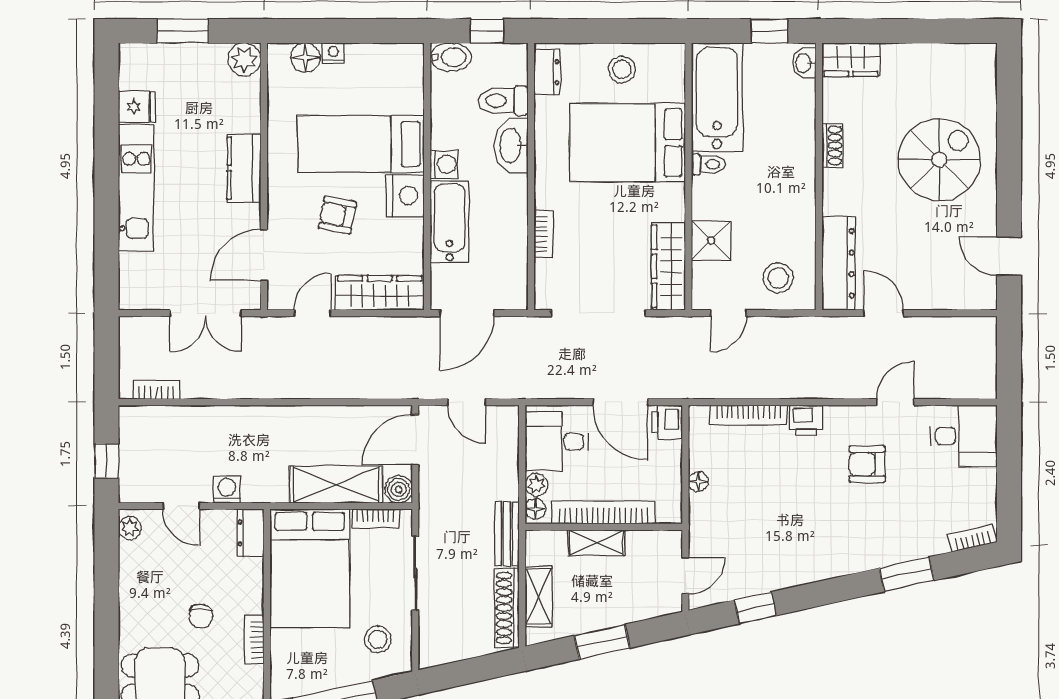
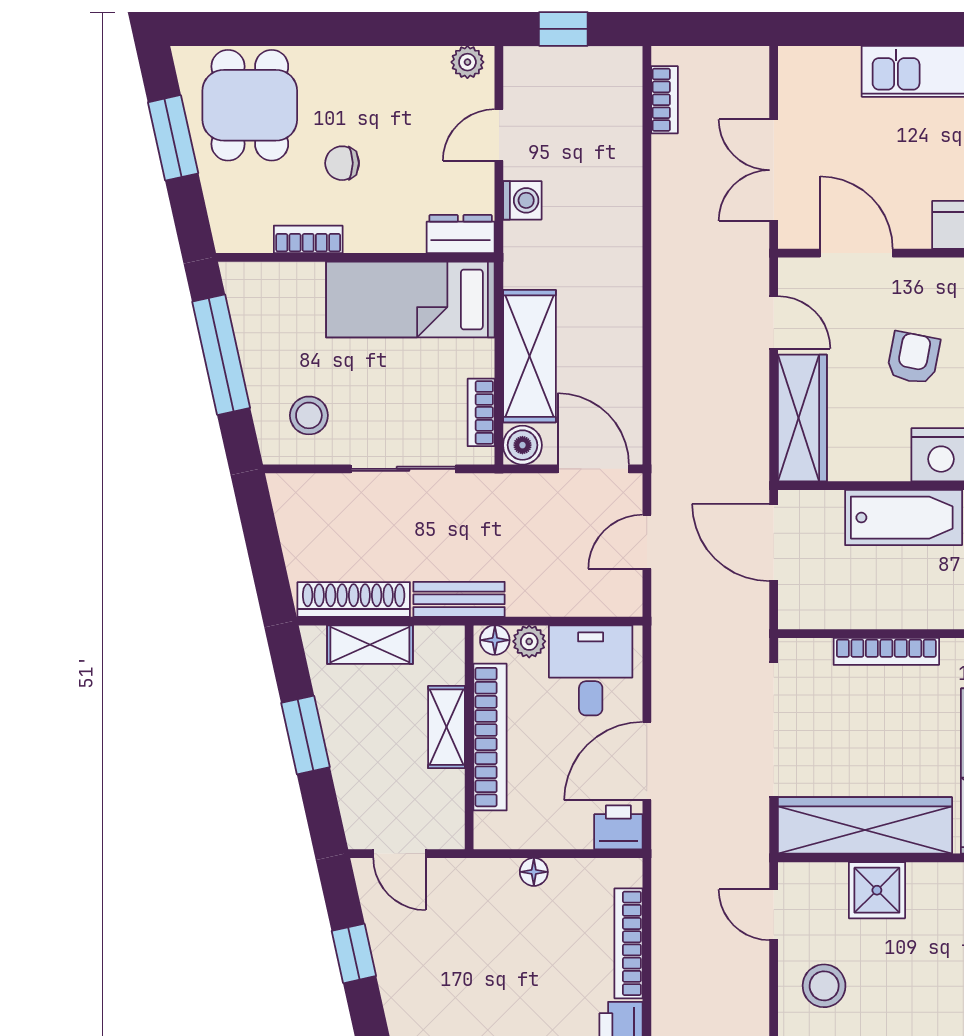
bookcase: (543, 234) -> (886, 651), width x1.56
wardrobe: (668, 266) -> (865, 825), width x1.40, depth x1.17
bed: (310, 568) -> (410, 299), width x0.67

